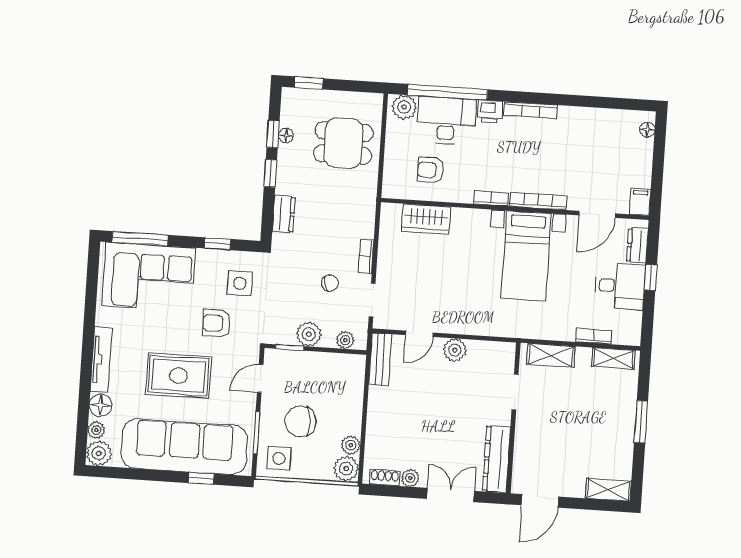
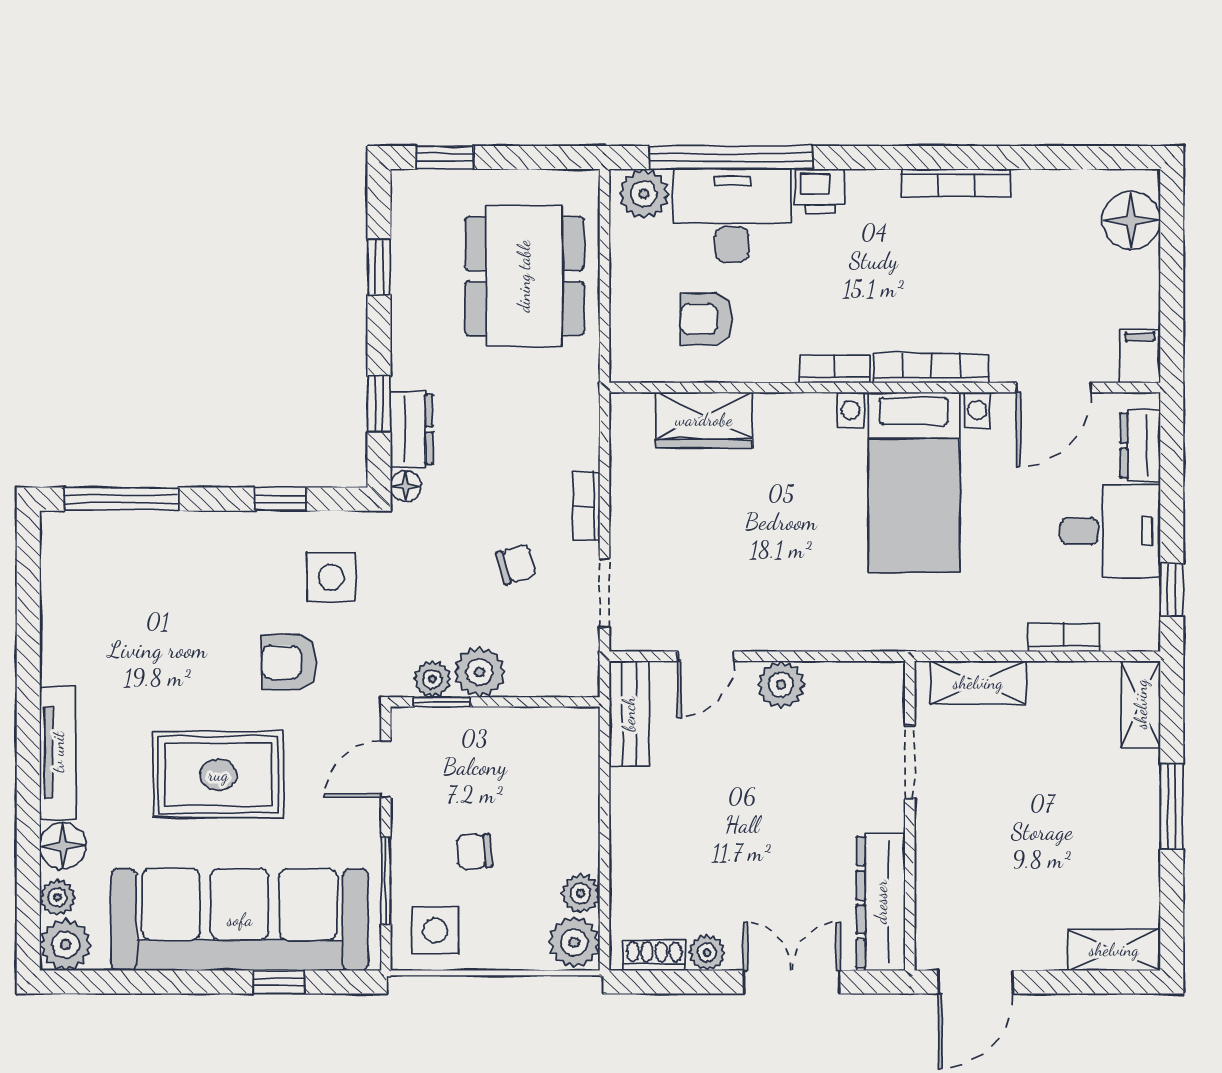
bookcase: (530, 110) -> (956, 183), moved
floor lamp: (647, 130) -> (1131, 220), width x1.89, depth x1.89
floor lamp: (286, 136) -> (406, 486), moved
dining table: (343, 143) -> (524, 276), width x1.37
window: (270, 173) -> (379, 404), moved
corner sofa: (149, 277) -> (144, 576), removed
window: (651, 277) -> (1172, 590), moved
plant: (345, 340) -> (432, 679), moved
shelving: (613, 358) -> (1141, 704), moved, turned 90
chair: (300, 421) -> (474, 852), width x0.54, depth x0.54

